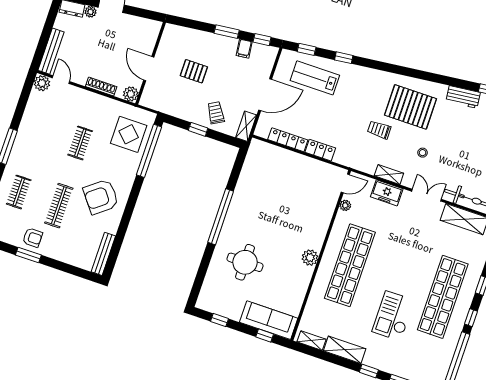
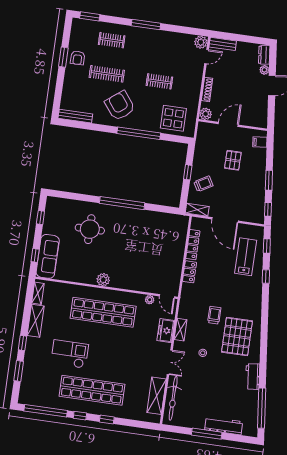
filing cabinet: (244, 49) -> (260, 142), moved
bench: (51, 51) -> (223, 44), width x0.73
window: (149, 151) -> (139, 133), moved

